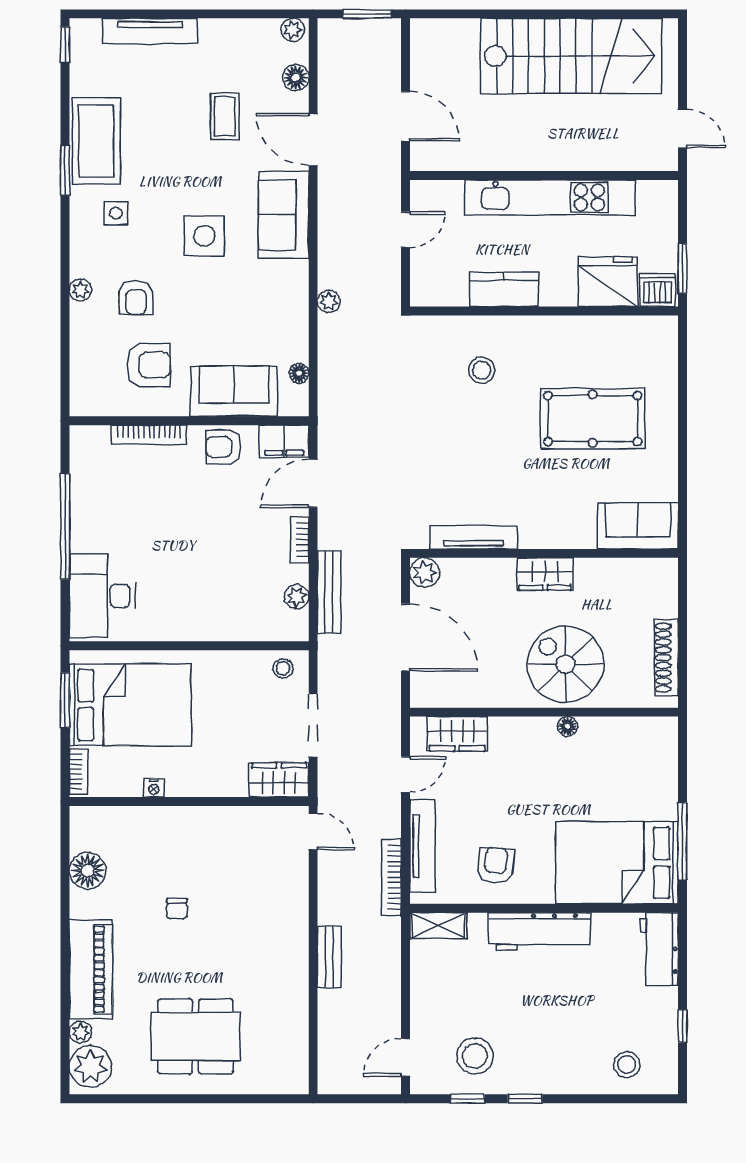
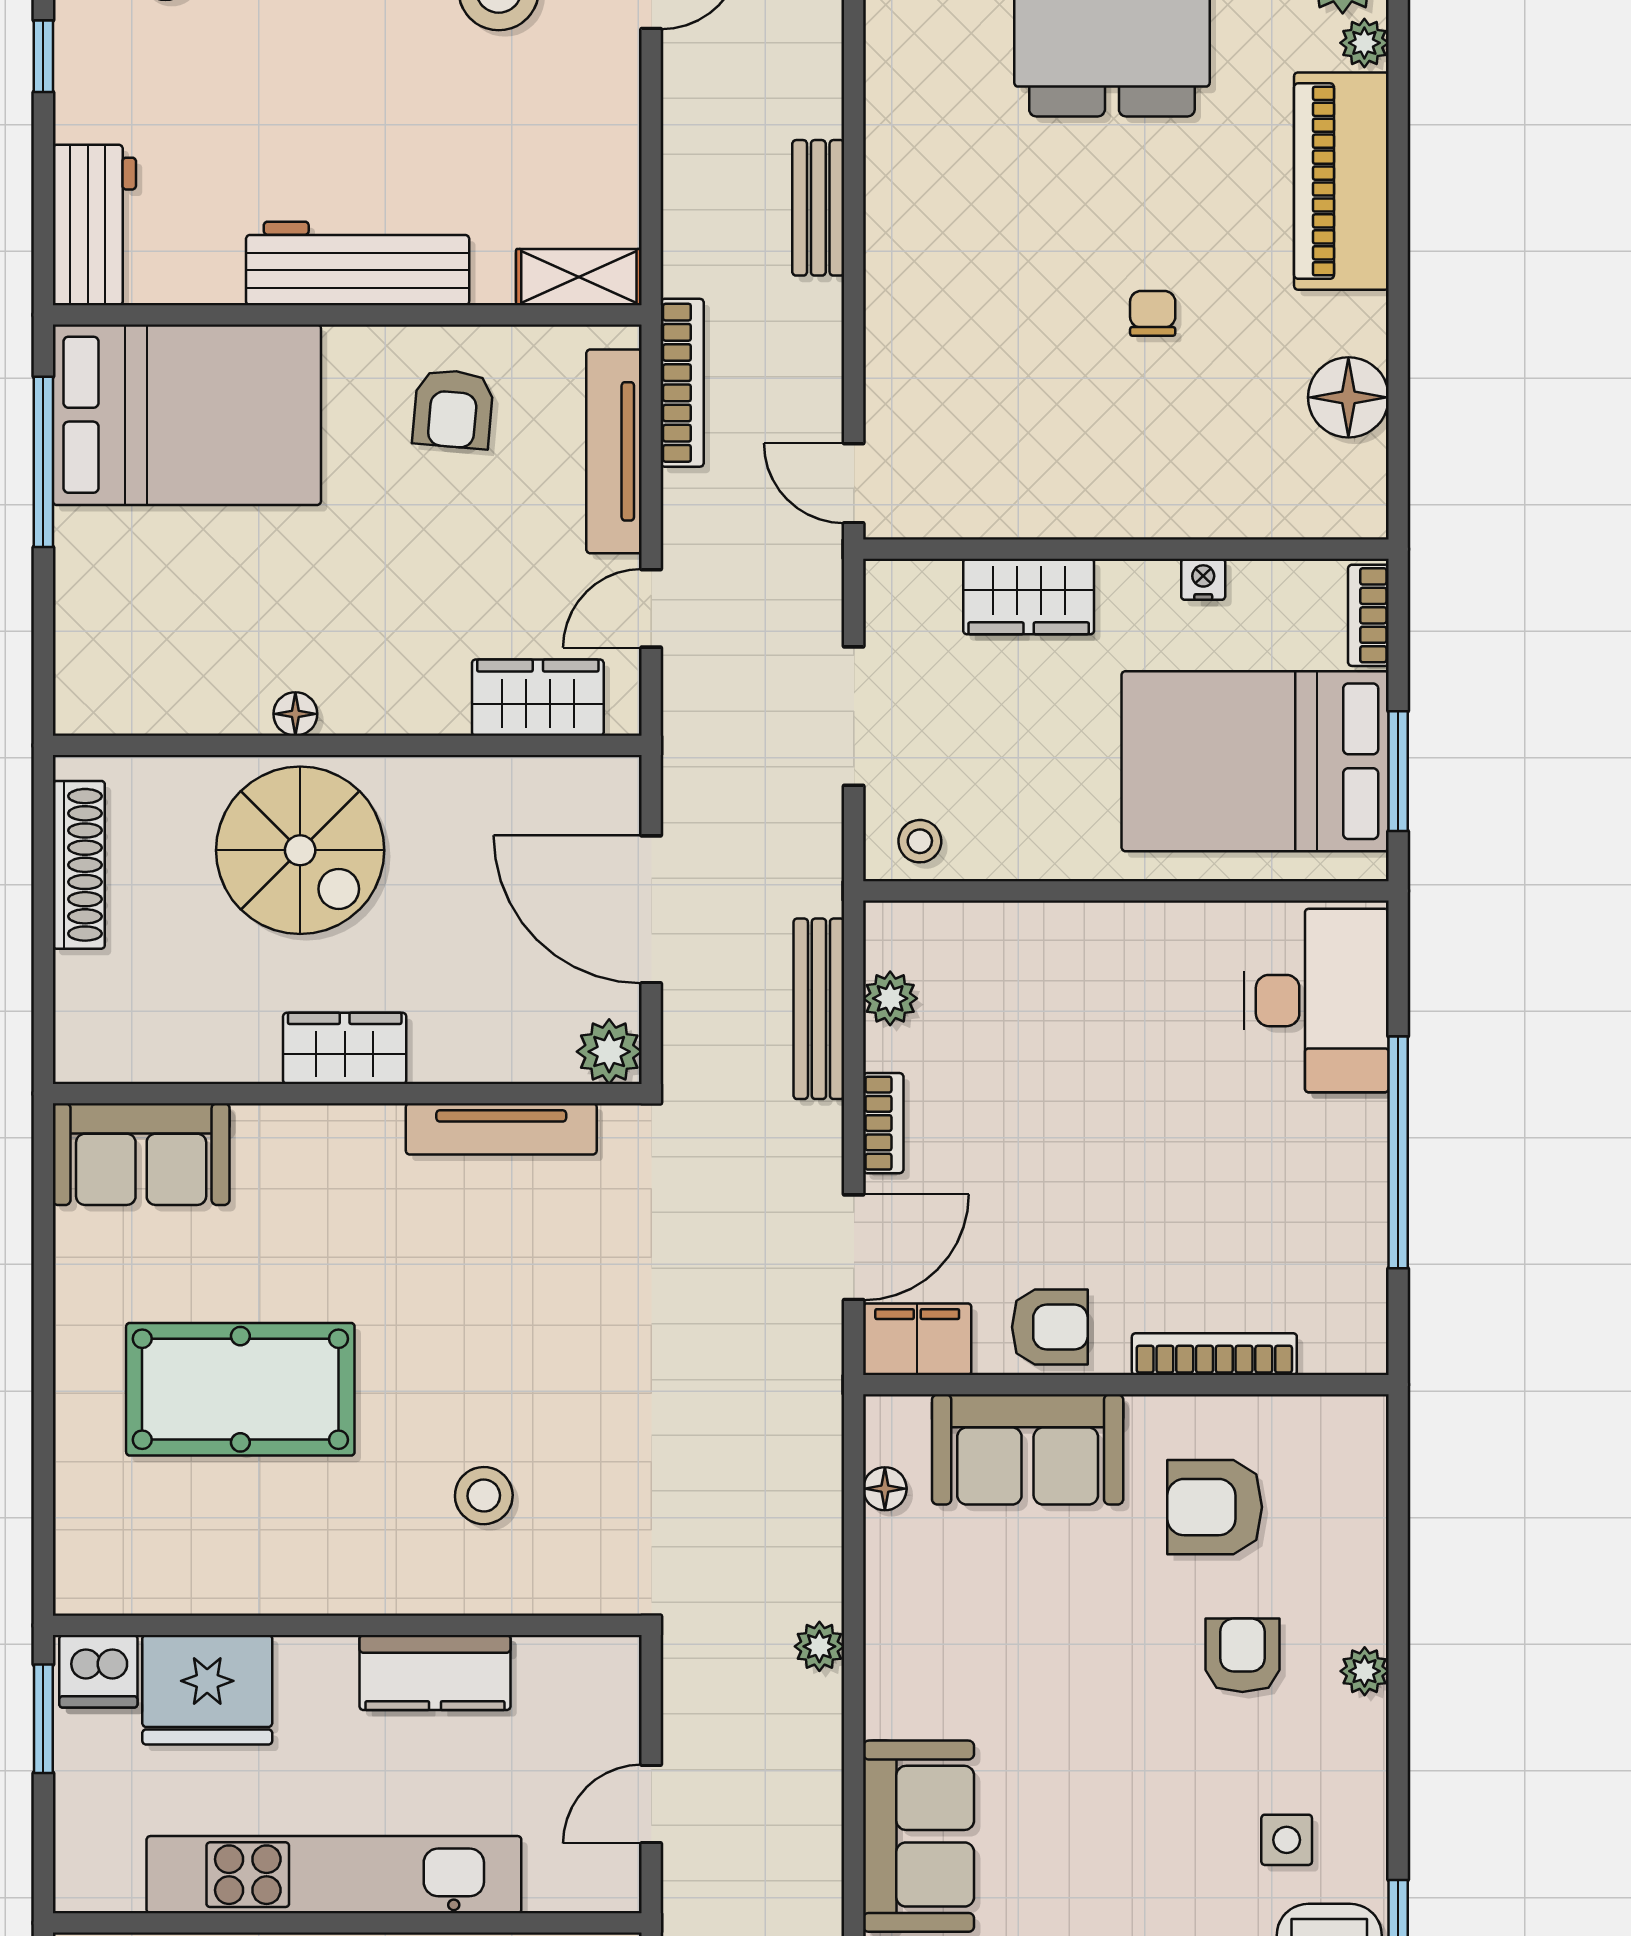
side table: (204, 236) -> (1093, 1790), removed
wardrobe: (279, 780) -> (1029, 596), moved

